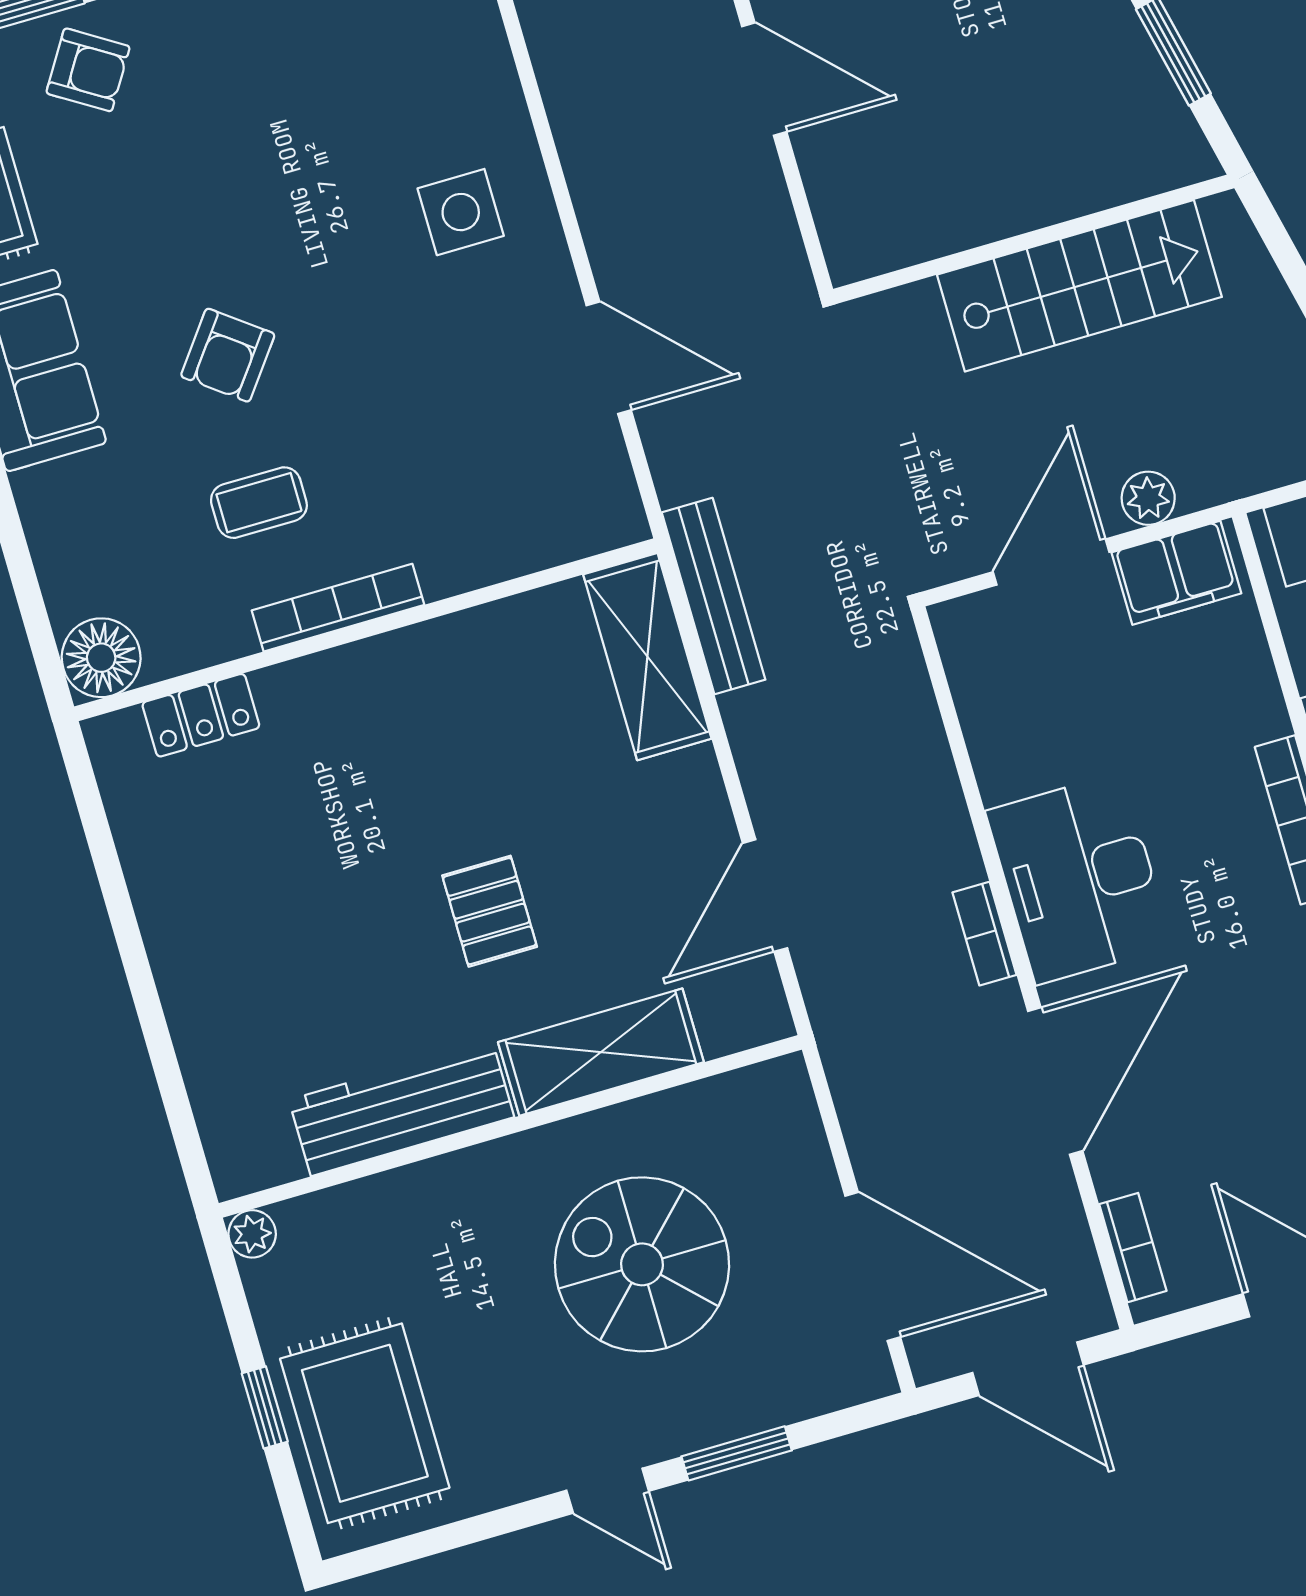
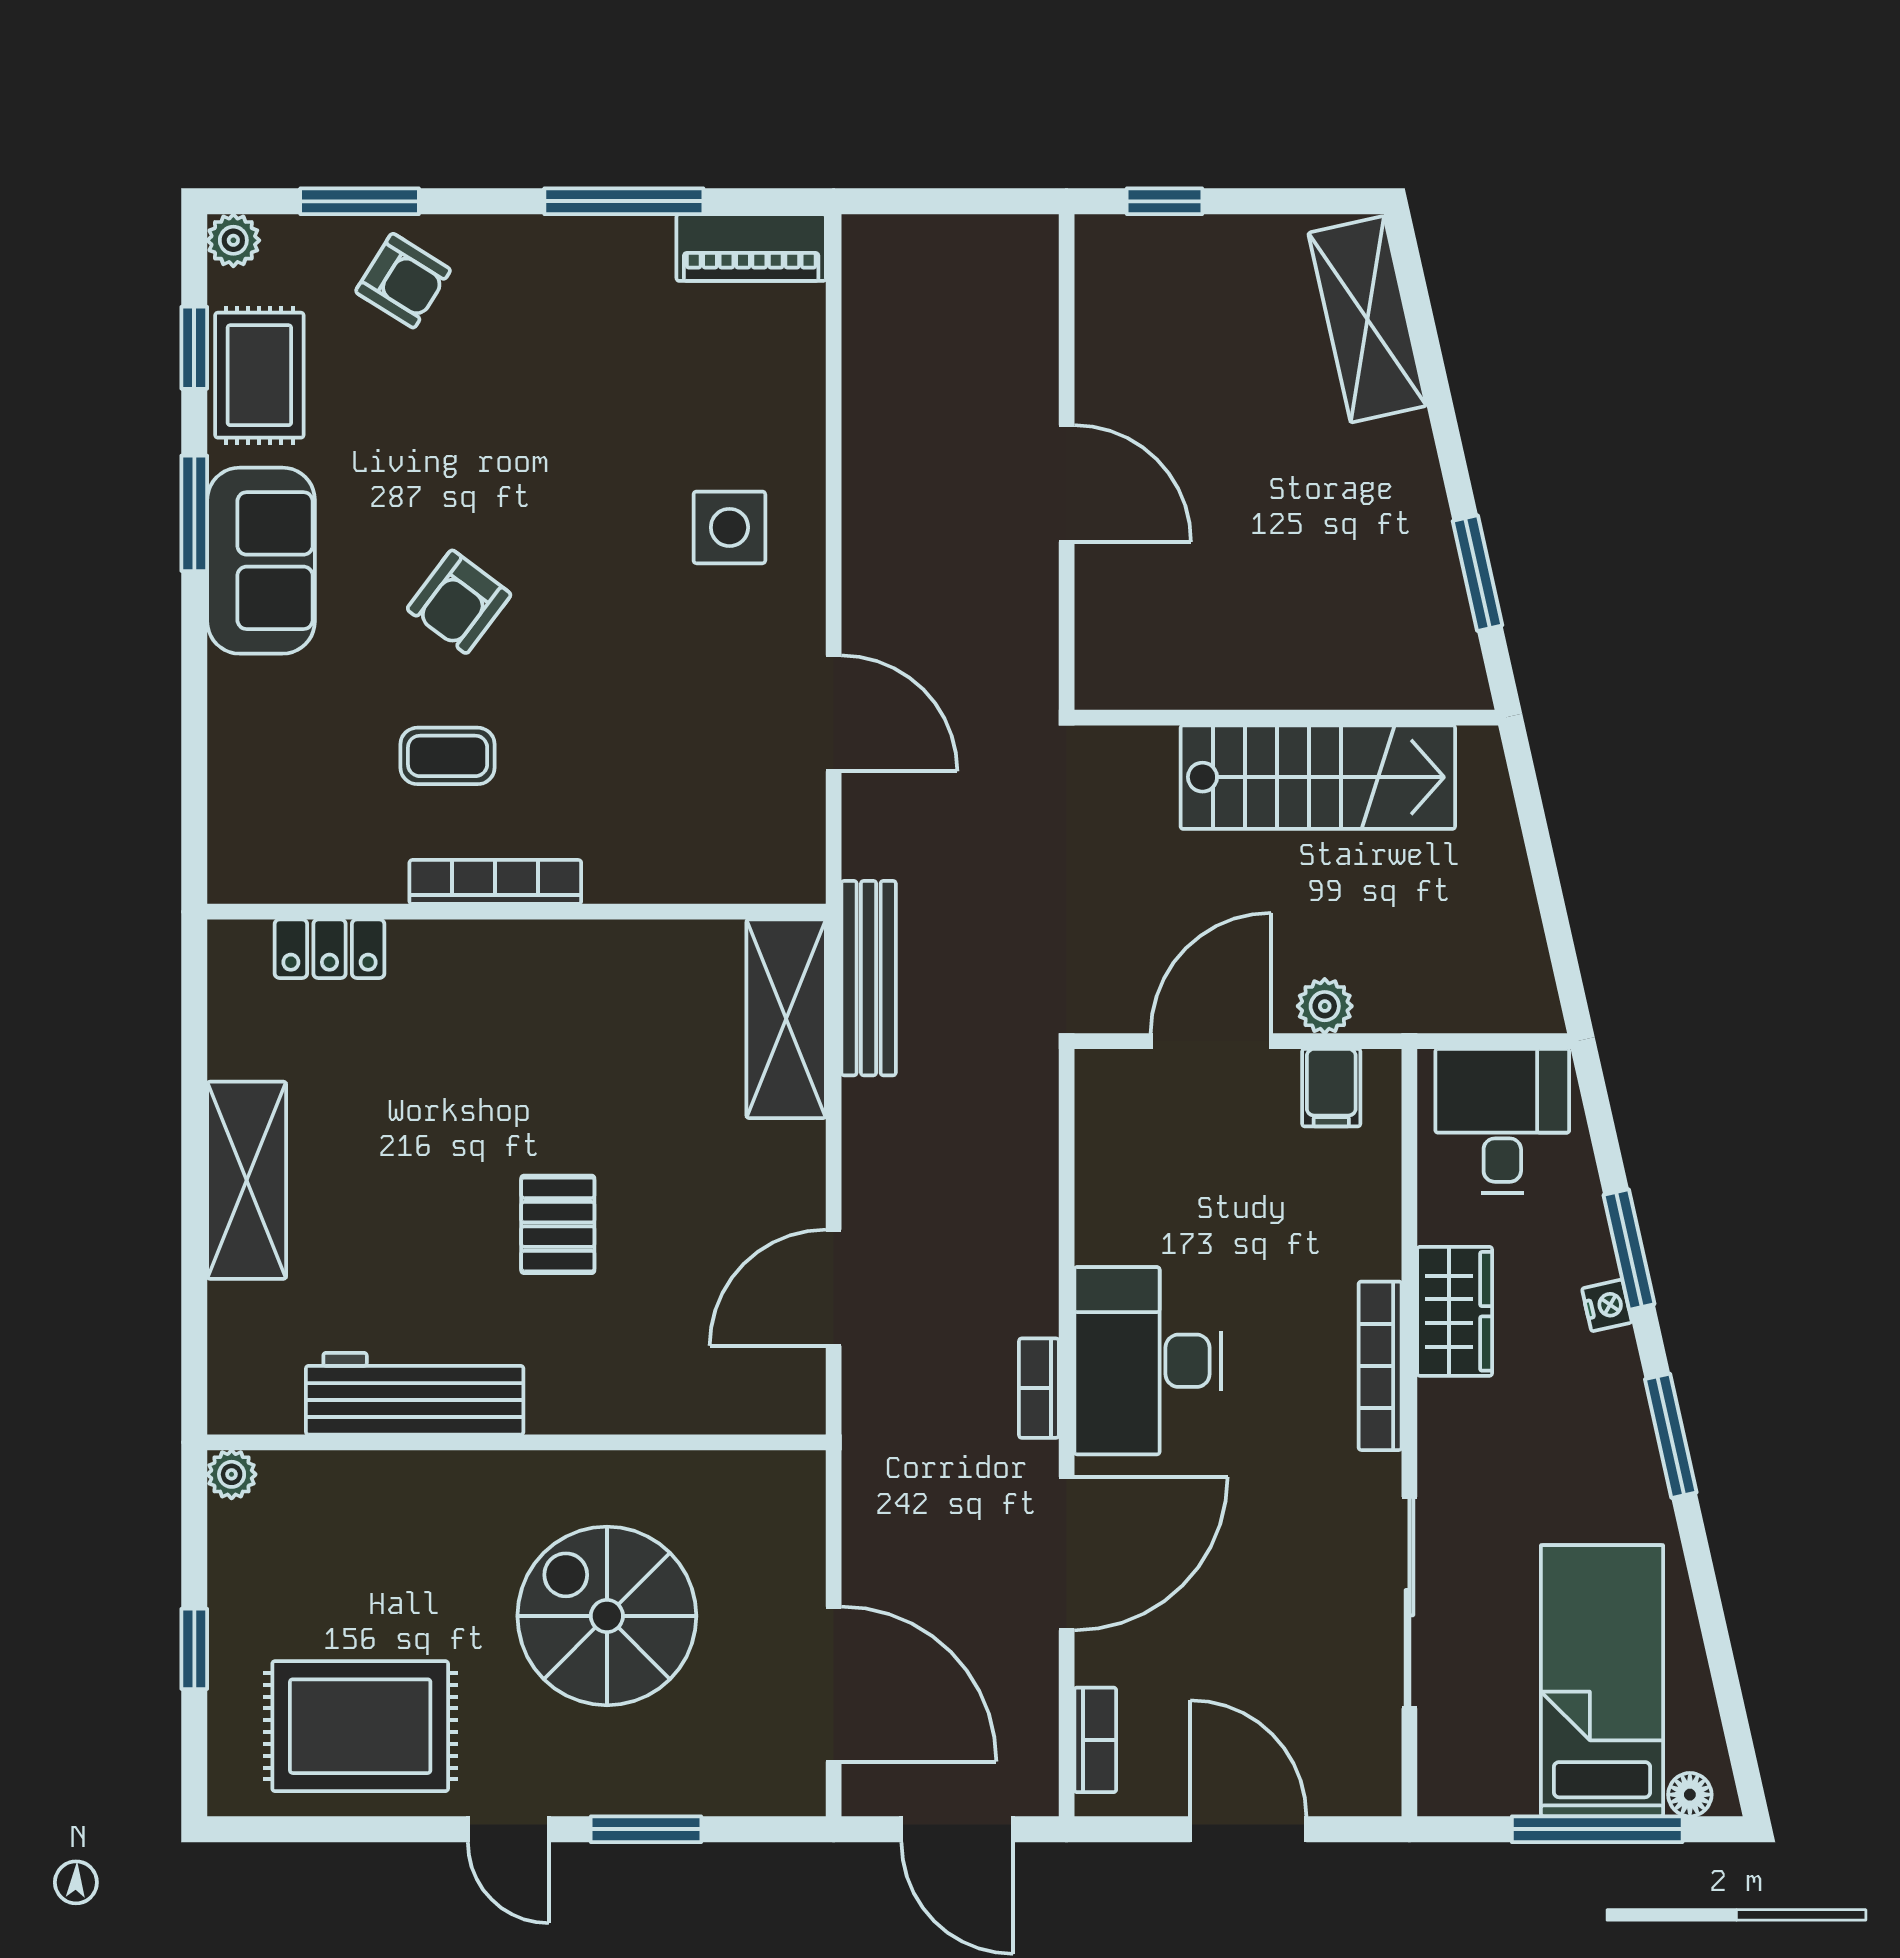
filing cabinet: (1176, 573) -> (1331, 1088), width x0.50
floor lamp: (101, 658) -> (248, 864), removed
shelving: (601, 1052) -> (247, 1180), moved, turned 90
rug: (365, 1423) -> (360, 1726), moved, turned 90

